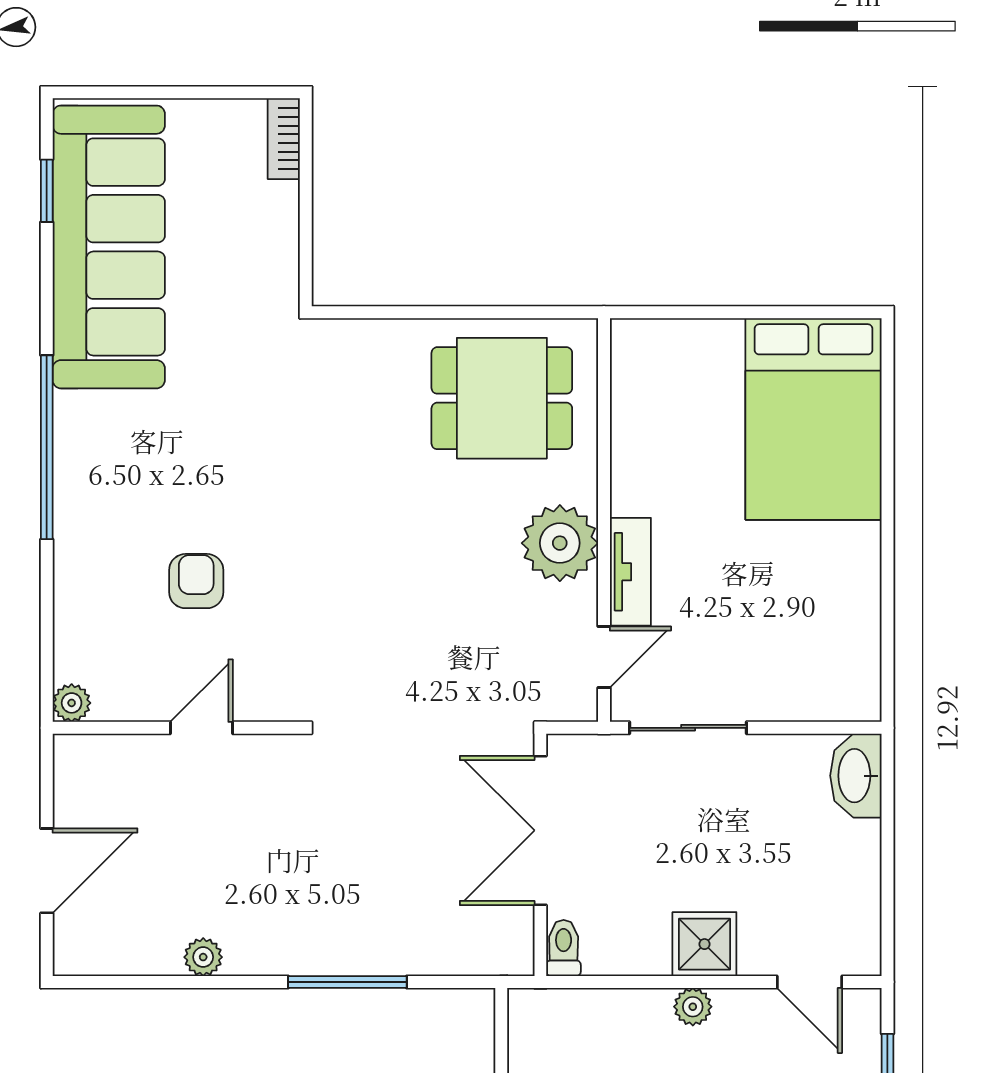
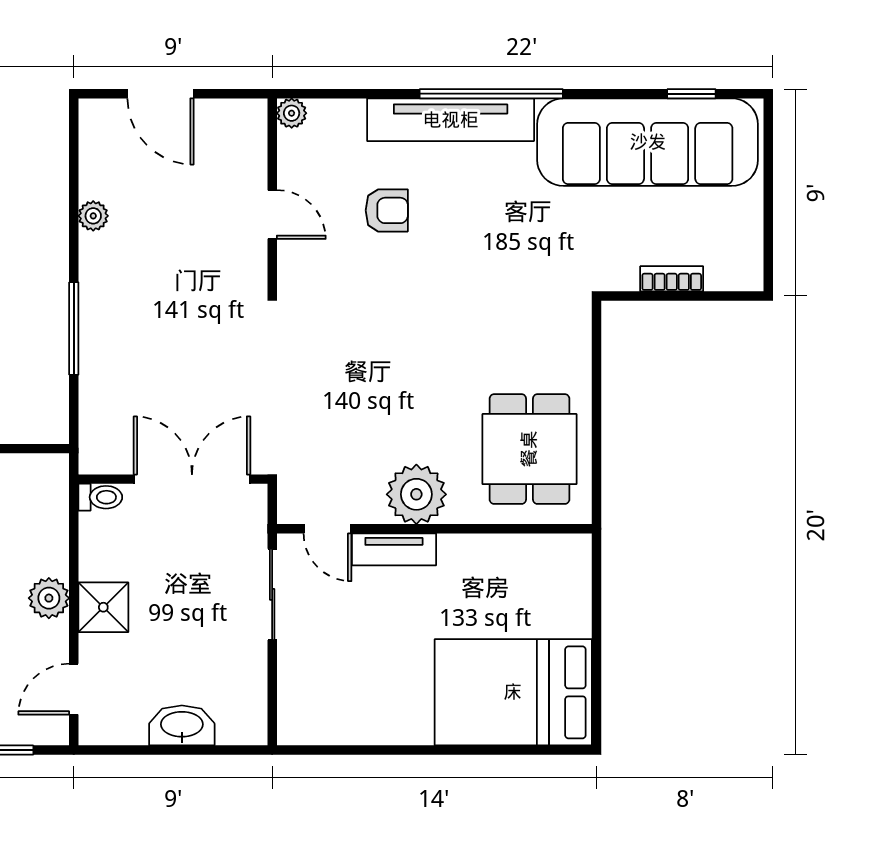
bookcase: (284, 139) -> (672, 279), moved
tv unit: (80, 499) -> (451, 120), added
washbasin: (856, 776) -> (182, 725), moved
plant: (693, 1007) -> (49, 598), width x1.38, depth x1.38

